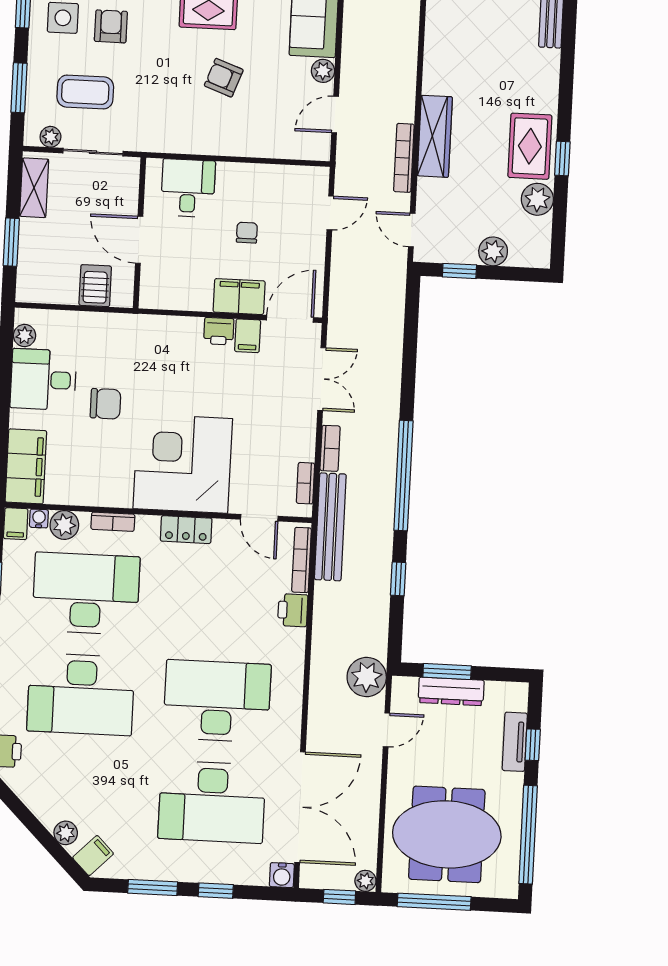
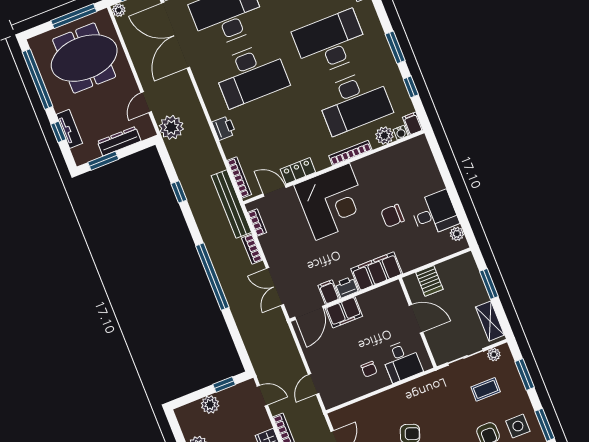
coffee table: (85, 92) -> (486, 389), width x0.73, depth x0.77
chair: (247, 233) -> (369, 369), moved
filing cabinet: (26, 466) -> (377, 271), moved, turned 90
window: (403, 476) -> (212, 277), moved
bookcase: (113, 522) -> (350, 153), width x1.56
locker: (186, 530) -> (298, 171), moved
printer: (293, 610) -> (224, 128), moved
window: (447, 672) -> (103, 161), moved

